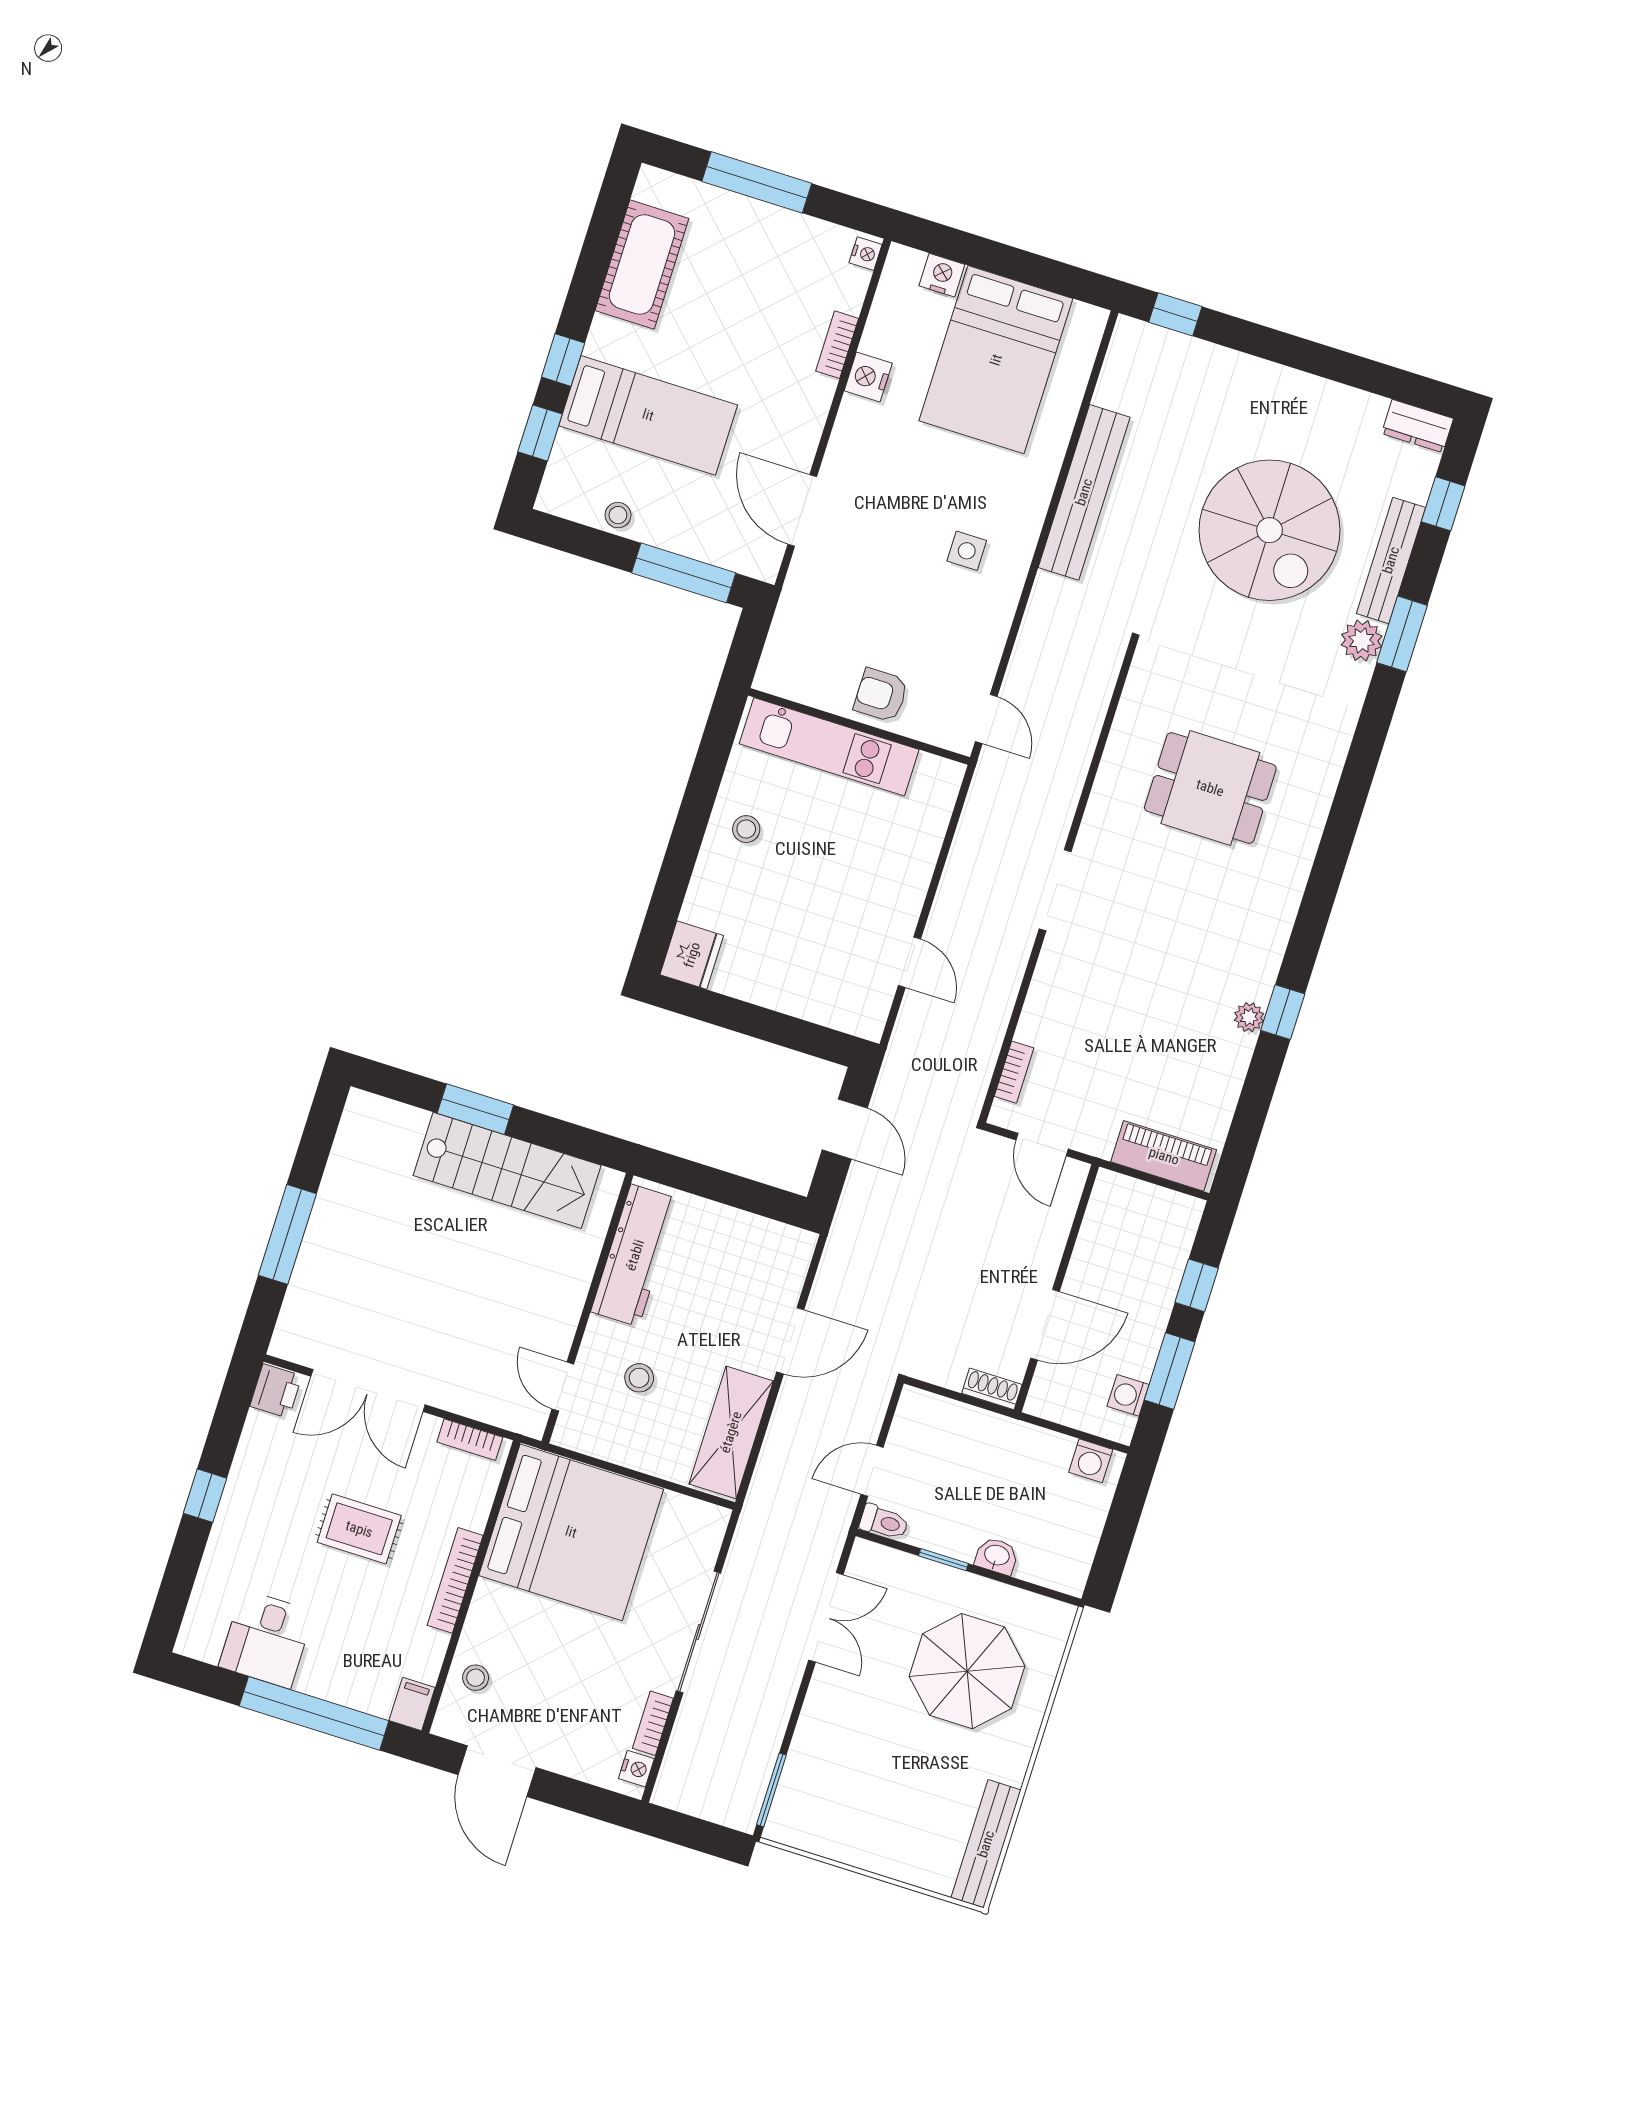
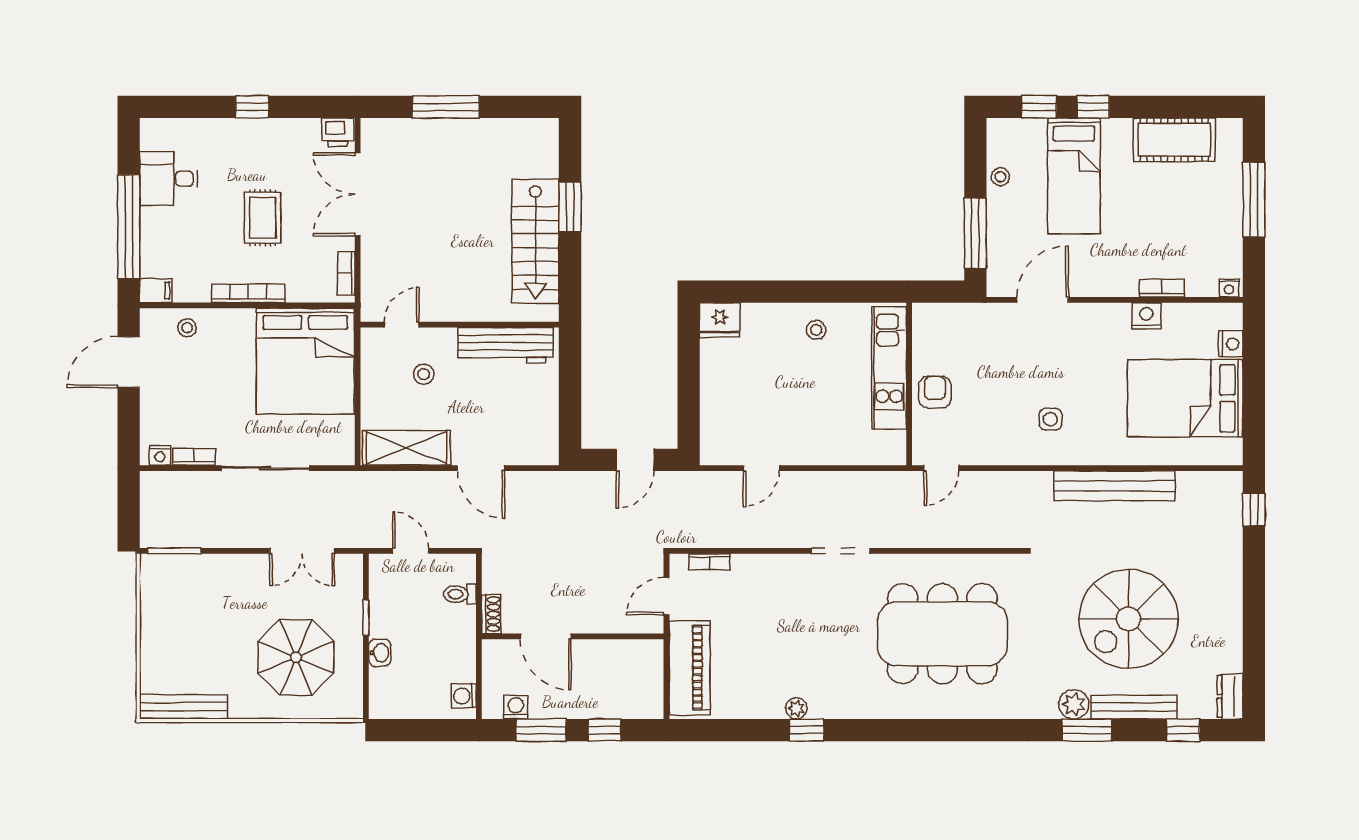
dining table: (1210, 788) -> (942, 634), width x1.88, depth x1.24
piano: (1164, 1156) -> (690, 668), width x1.37, depth x1.33
toilet: (884, 1522) -> (460, 594), moved, turned 90

